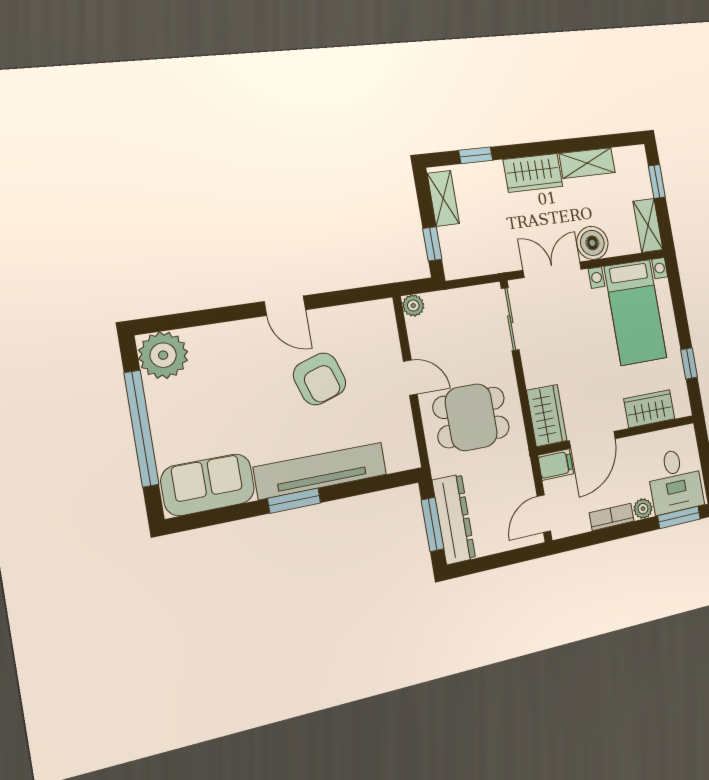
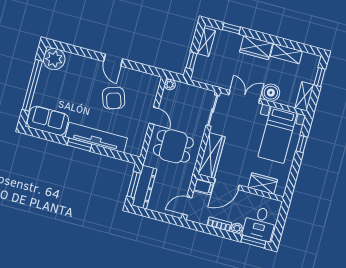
window: (689, 363) -> (302, 144), moved
wardrobe: (547, 416) -> (212, 155), width x1.50

